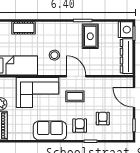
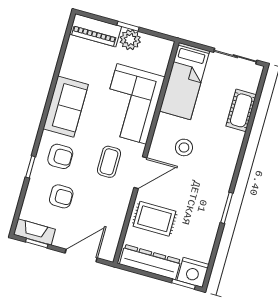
rug: (90, 36) -> (155, 219), moved
fireplace: (128, 128) -> (34, 232), added

